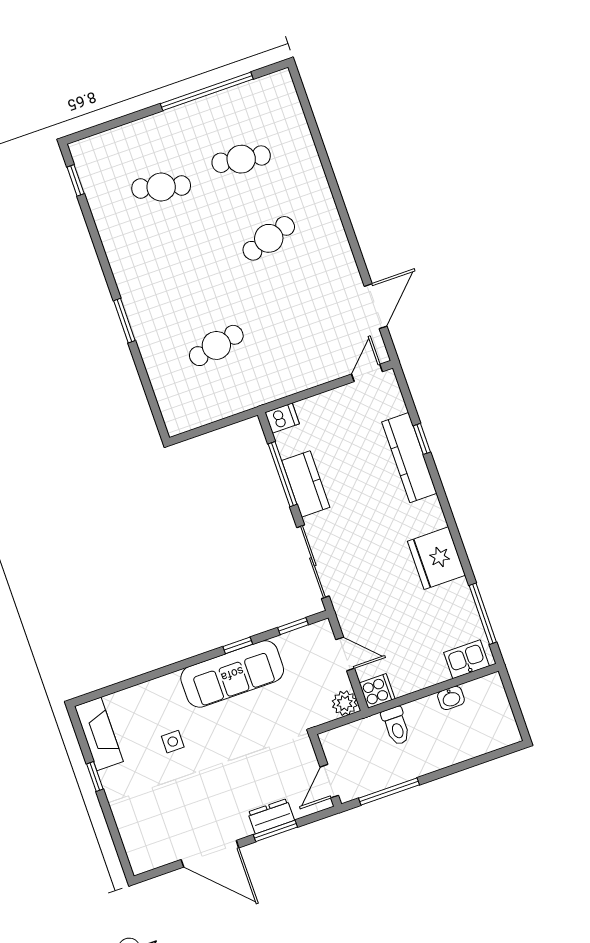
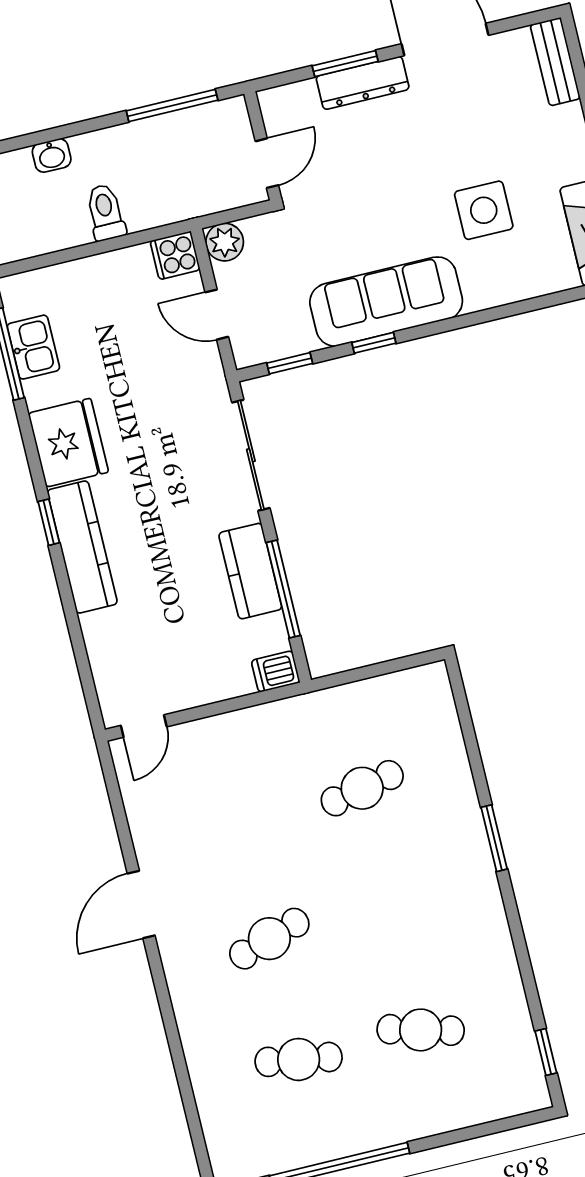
door: (376, 306) -> (141, 904), moved
window: (422, 439) -> (49, 522), moved
kitchen counter: (409, 458) -> (82, 547), moved
kitchen sink: (466, 659) -> (33, 347), moved, turned -90
washbasin: (451, 698) -> (52, 155), moved, turned 180
toilet: (396, 726) -> (106, 212), moved
side table: (173, 742) -> (484, 210), width x1.87, depth x1.87
door: (329, 781) -> (267, 163), moved
dresser: (271, 816) -> (363, 83), width x1.44
bench: (134, 846) -> (555, 62), added

